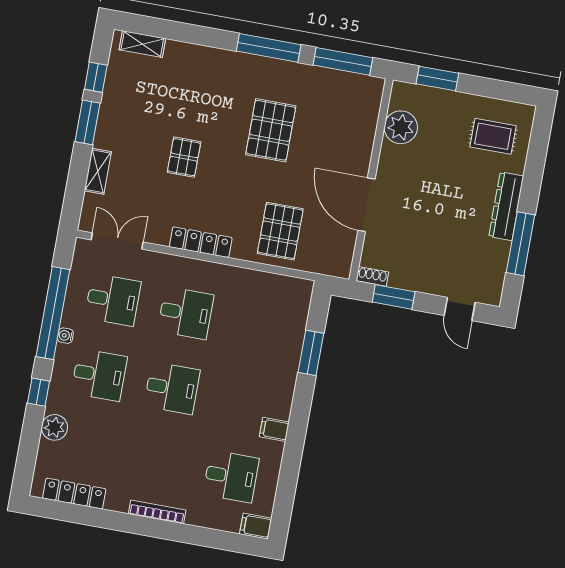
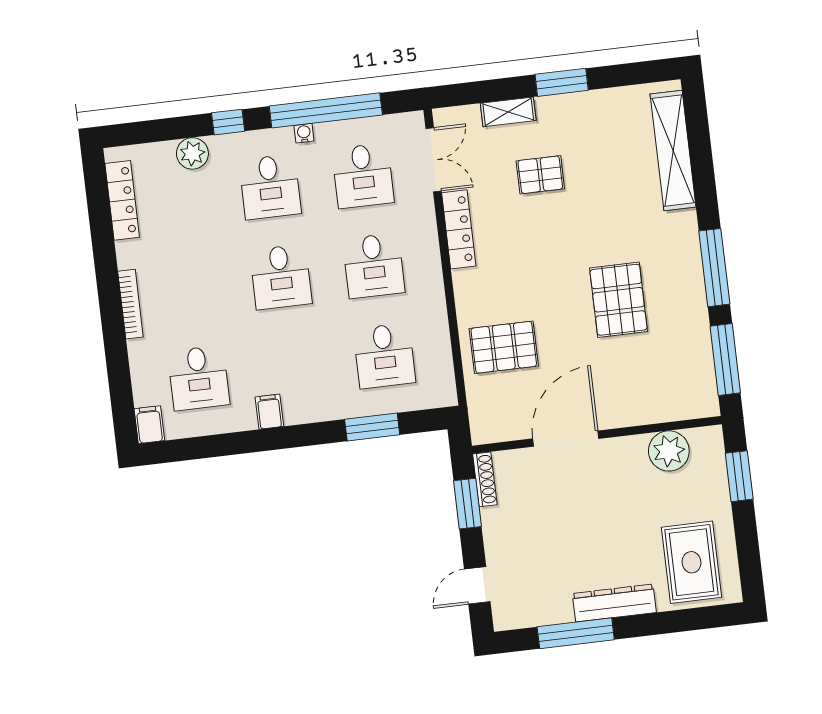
shelving: (142, 44) -> (673, 151), width x2.20, depth x1.33
window: (96, 77) -> (618, 76), removed
pallet: (271, 130) -> (618, 300), turned 90
rug: (493, 136) -> (691, 562), width x1.36, depth x1.43
pallet: (184, 157) -> (540, 175), moved
locker: (201, 242) -> (459, 229), moved
shoe rack: (372, 276) -> (485, 479), width x1.43
desk: (258, 326) -> (384, 356), added

